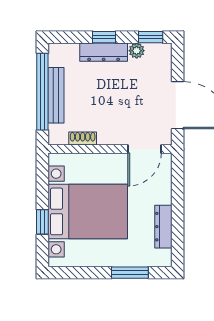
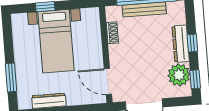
plant: (137, 51) -> (179, 75), width x1.87, depth x1.87
bed with nightstands: (88, 211) -> (56, 41), width x0.73

